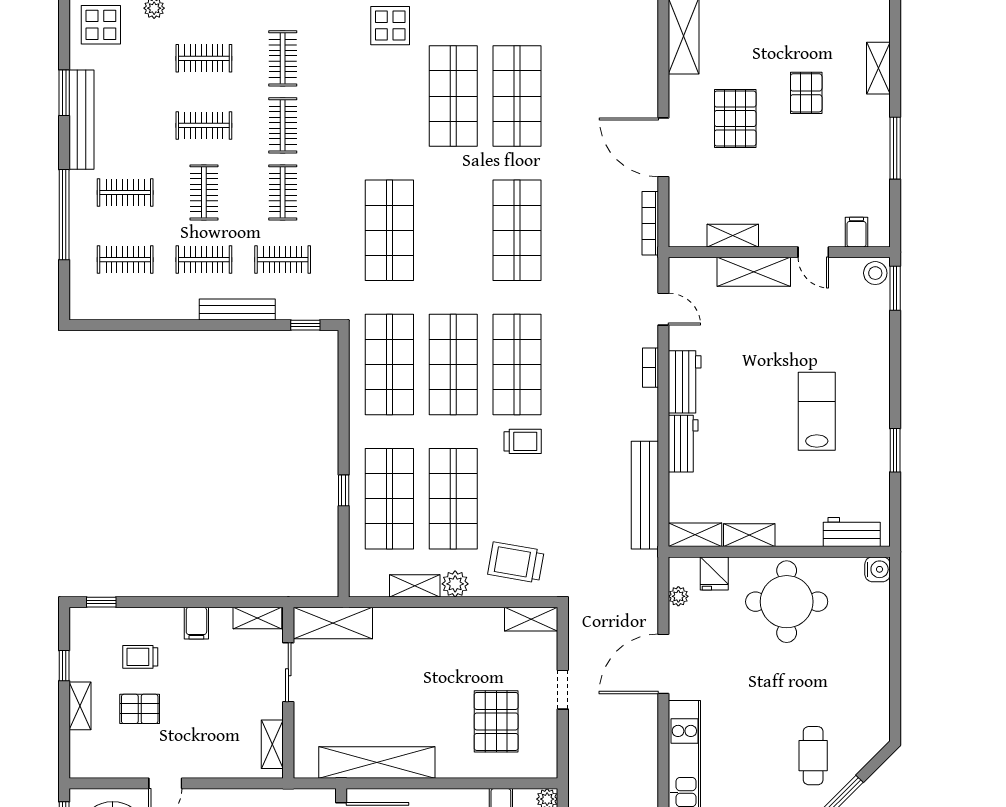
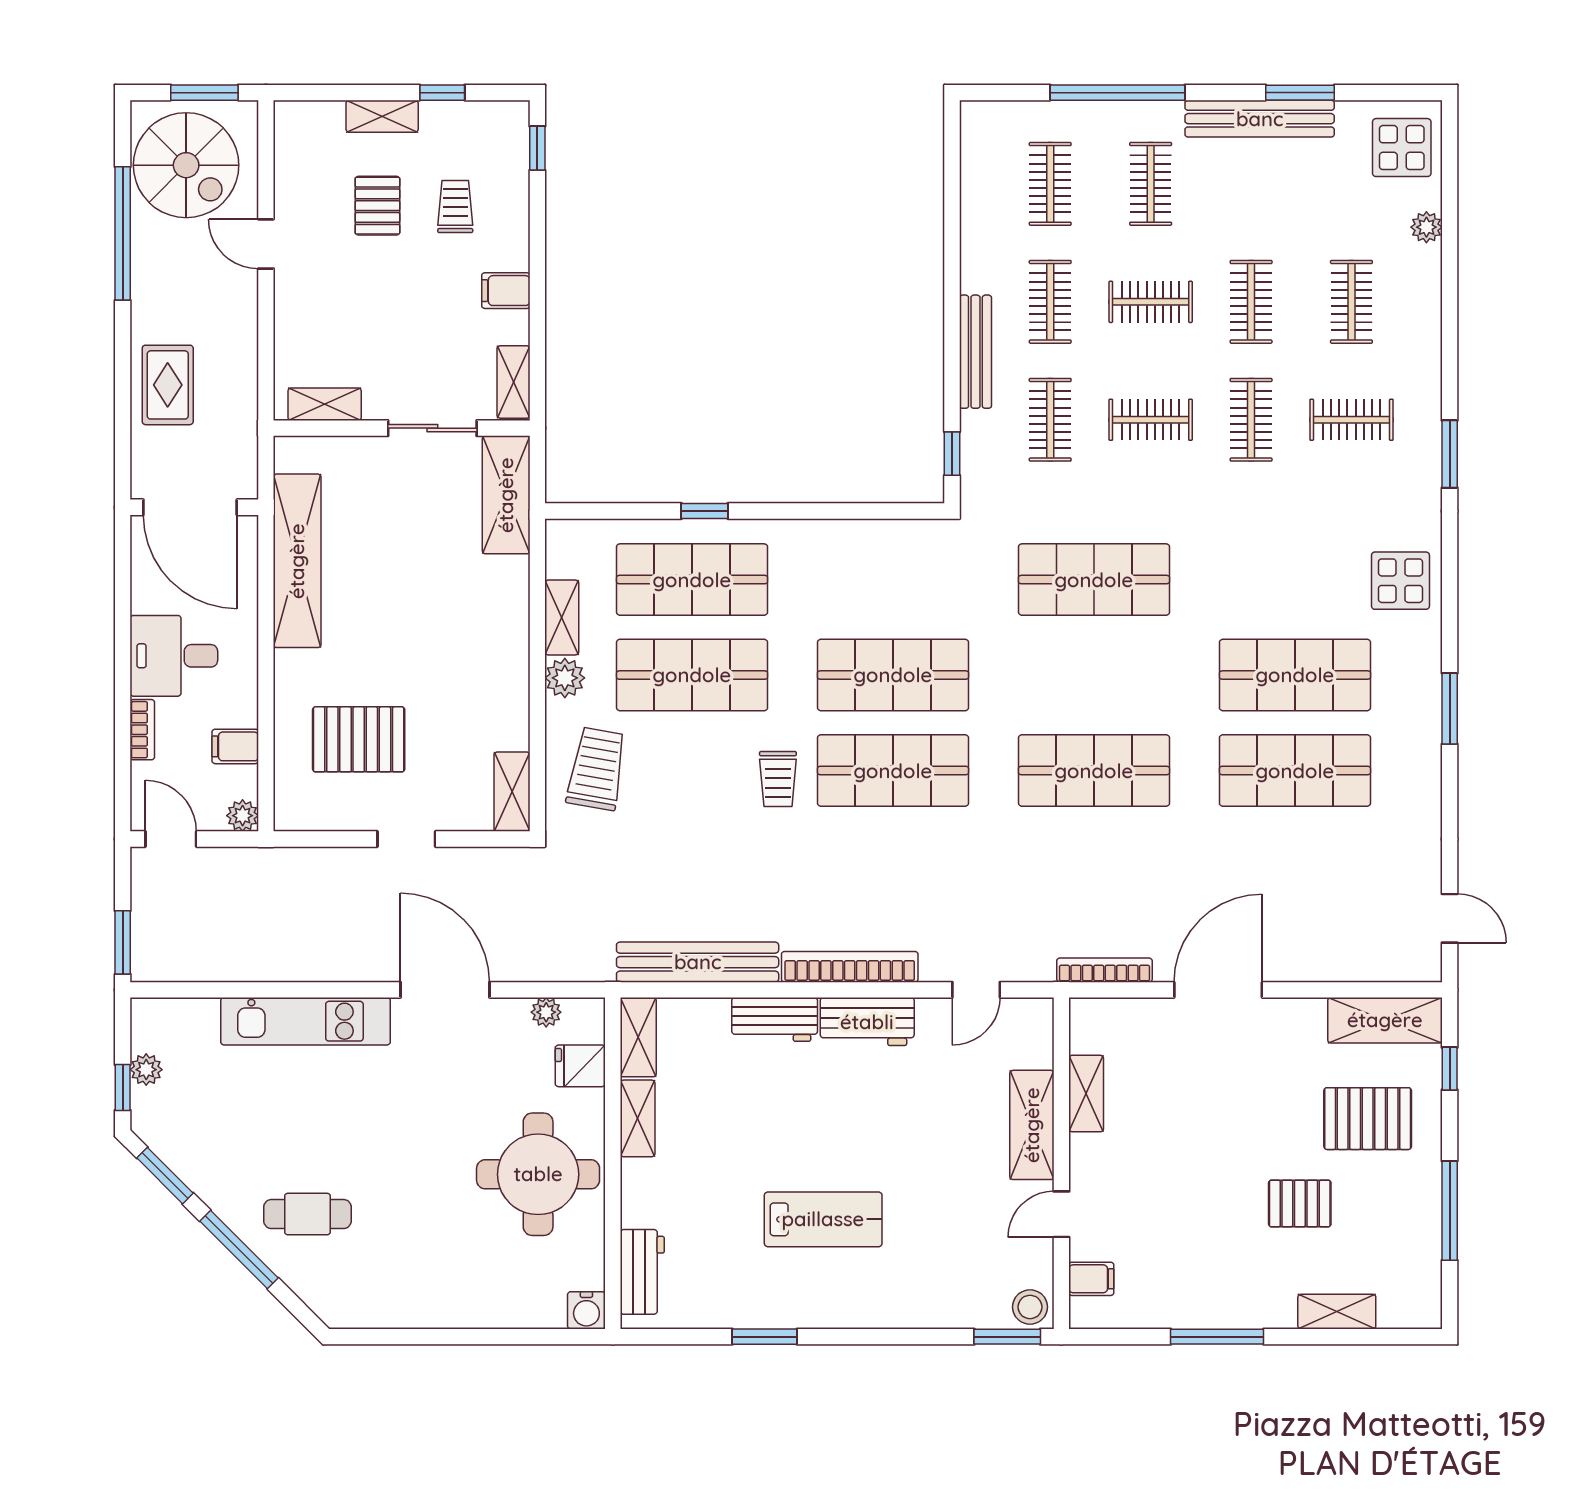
pallet: (735, 119) -> (1368, 1119), moved
clothes rail: (283, 125) -> (1251, 420), turned 90
shop shelf: (389, 365) -> (893, 580), removed
bookcase: (651, 368) -> (850, 967), width x2.31, depth x1.31

